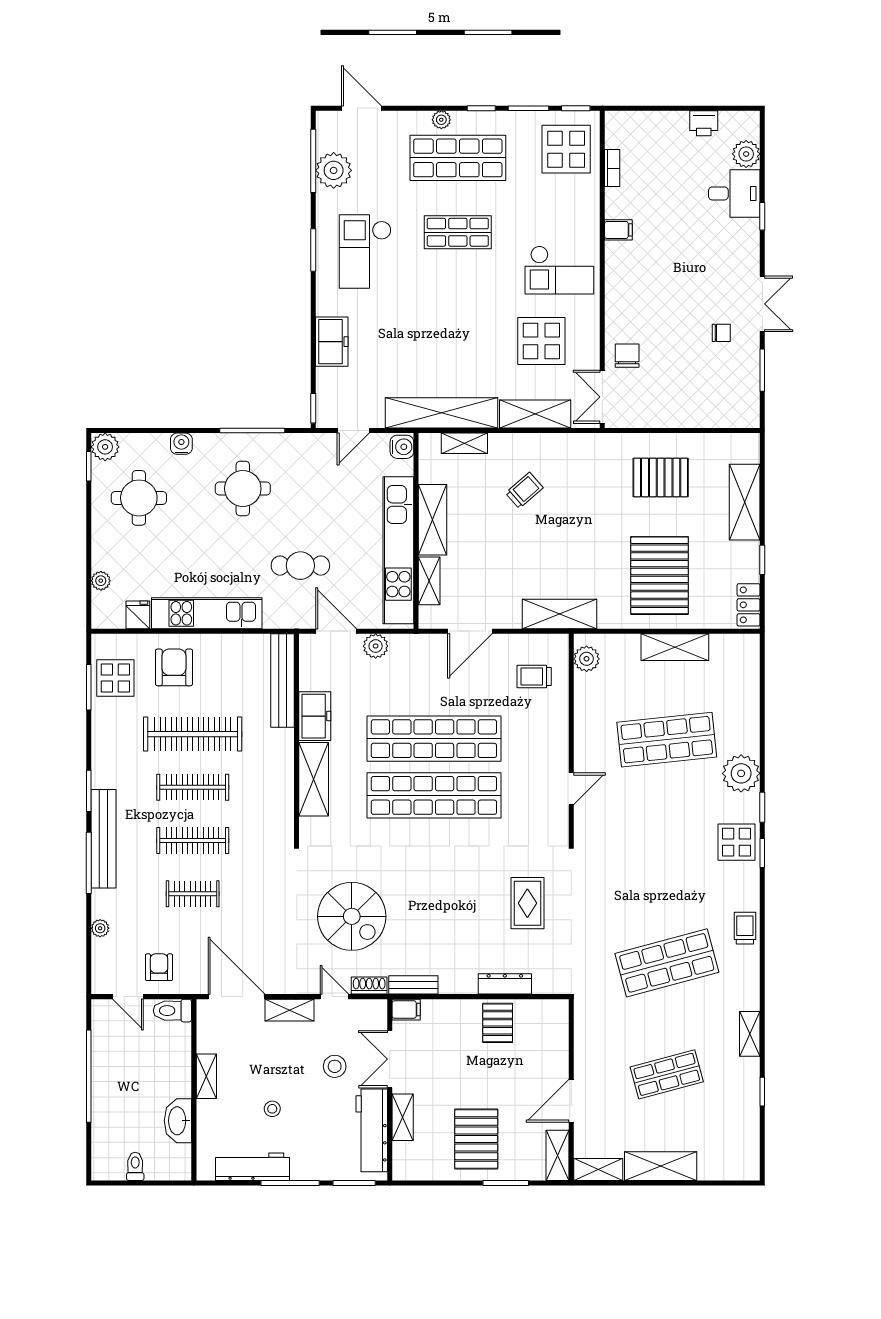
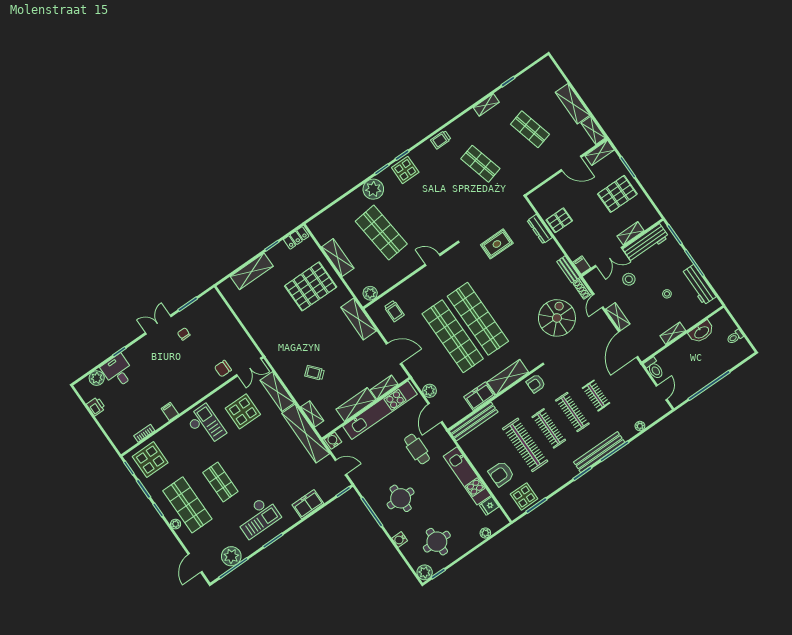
pallet: (661, 477) -> (267, 316), removed
shop shelf: (667, 963) -> (480, 164), width x0.70, depth x0.74
armchair: (159, 967) -> (536, 384), moved

